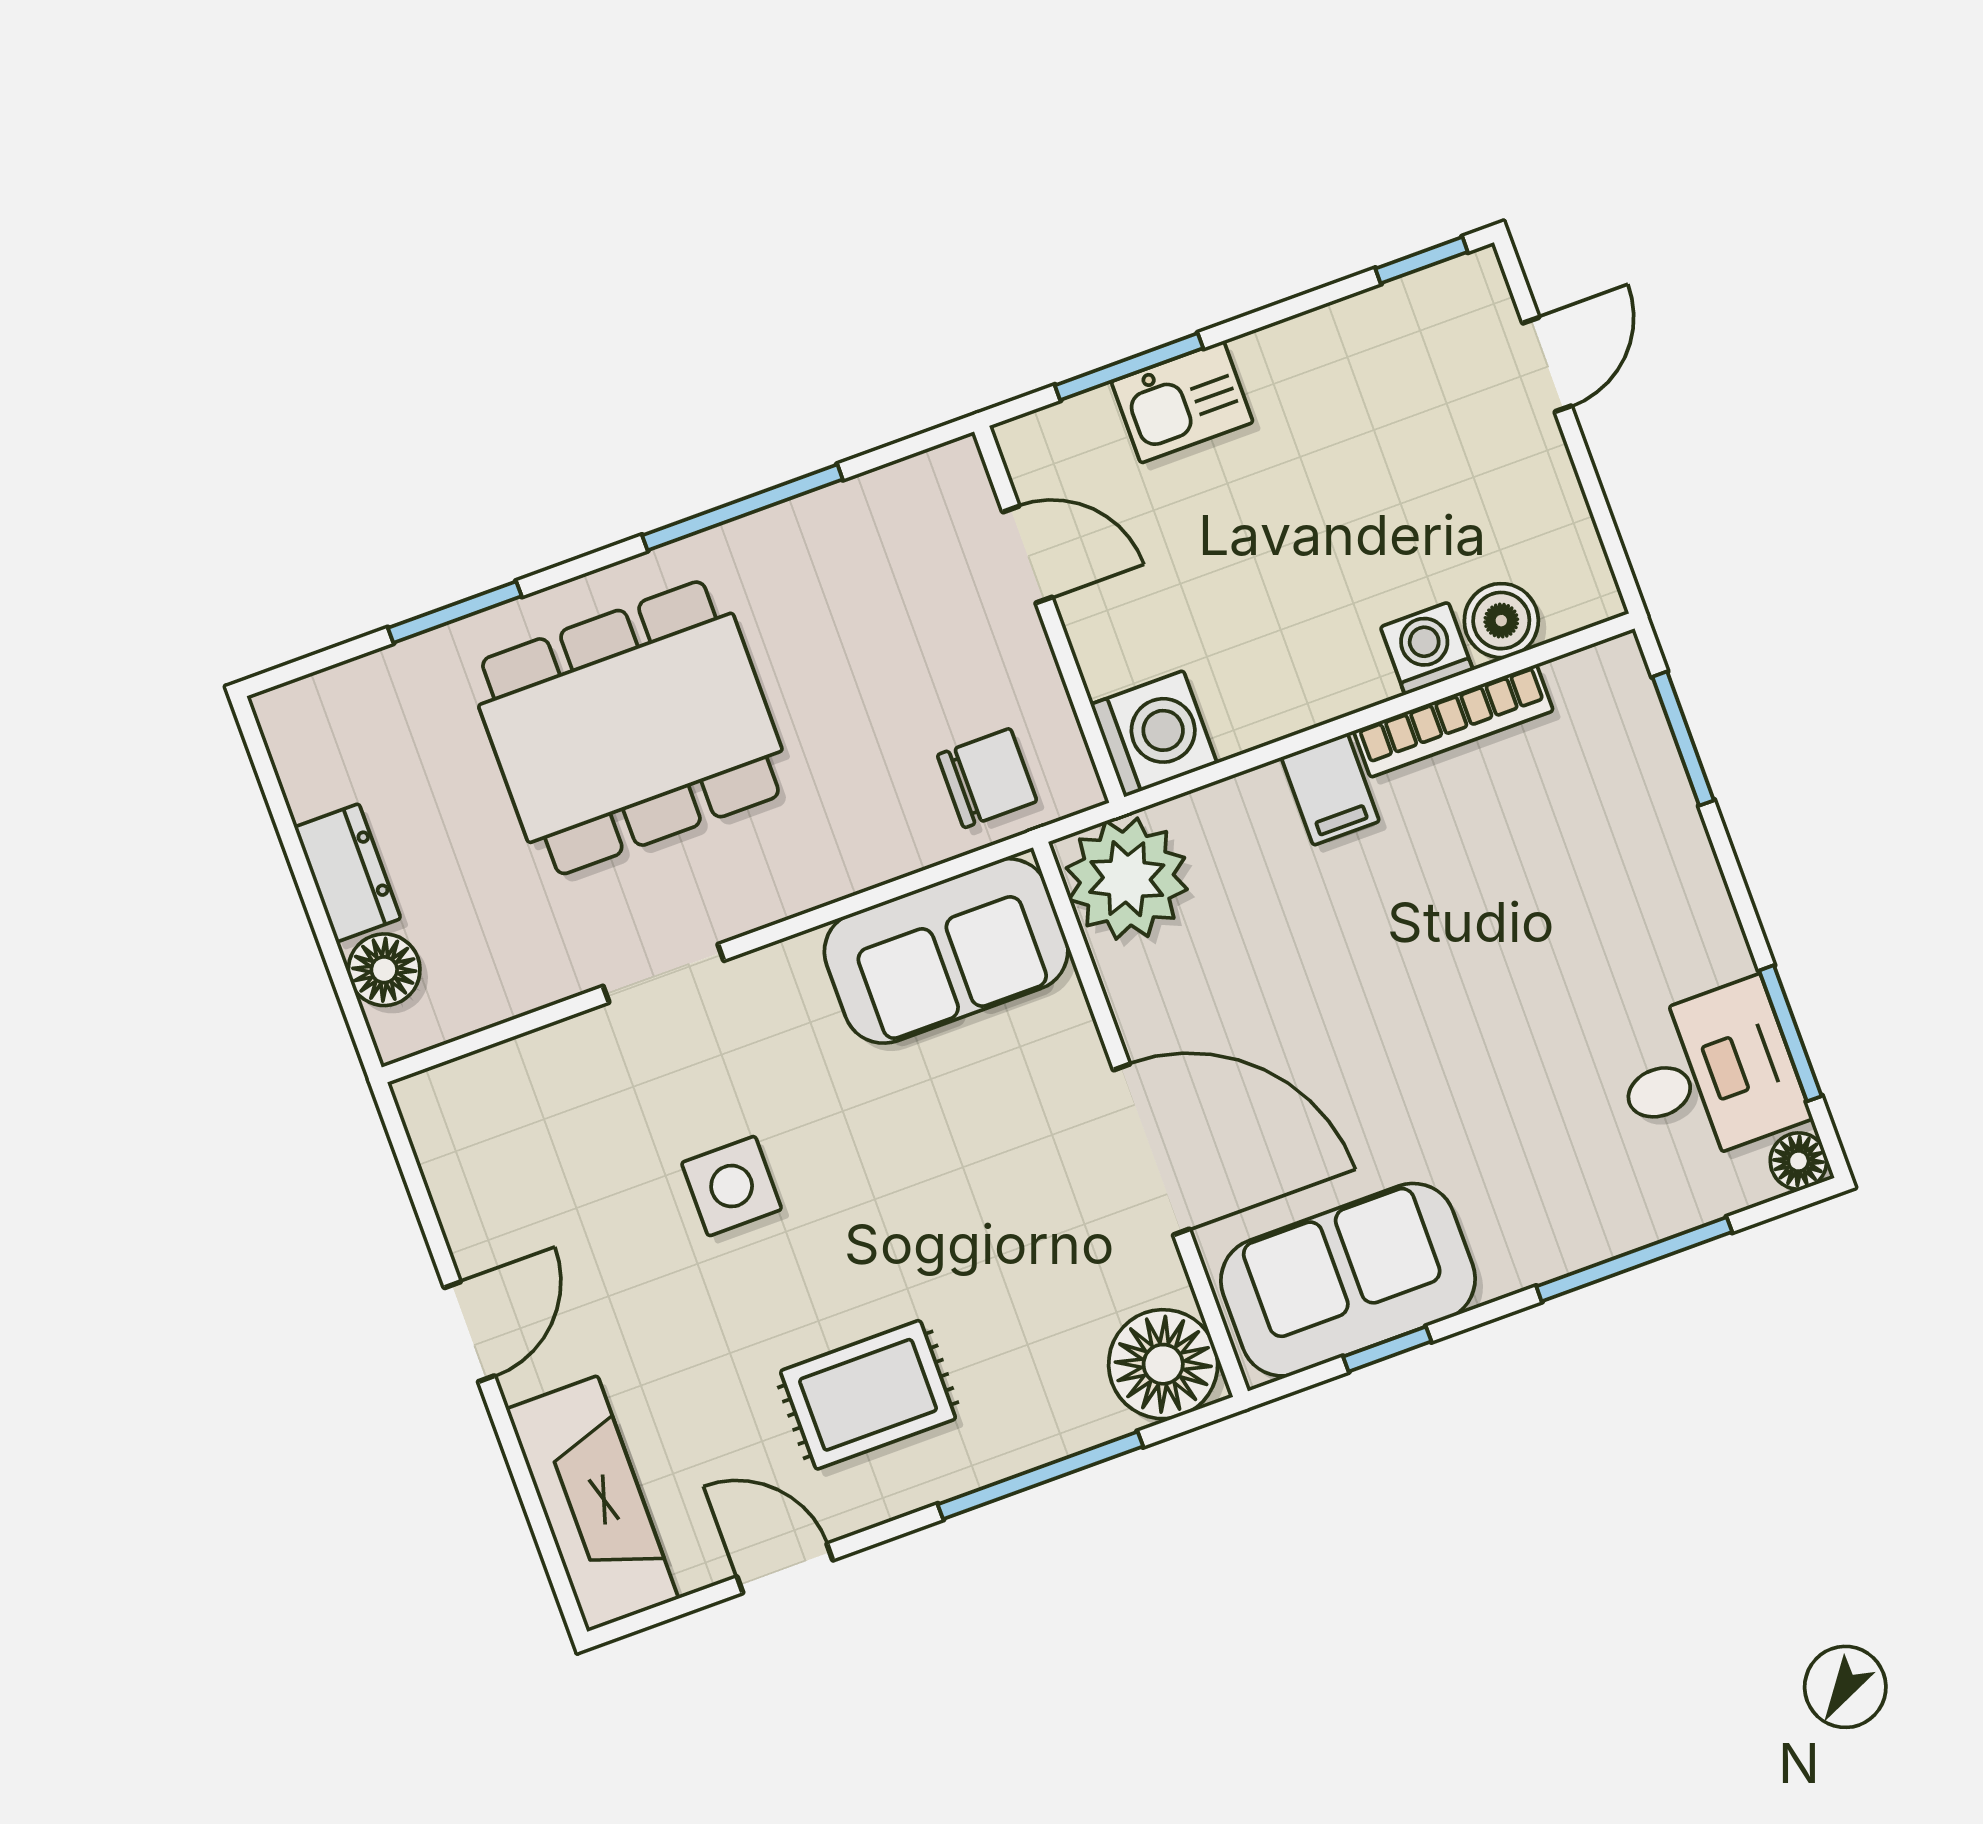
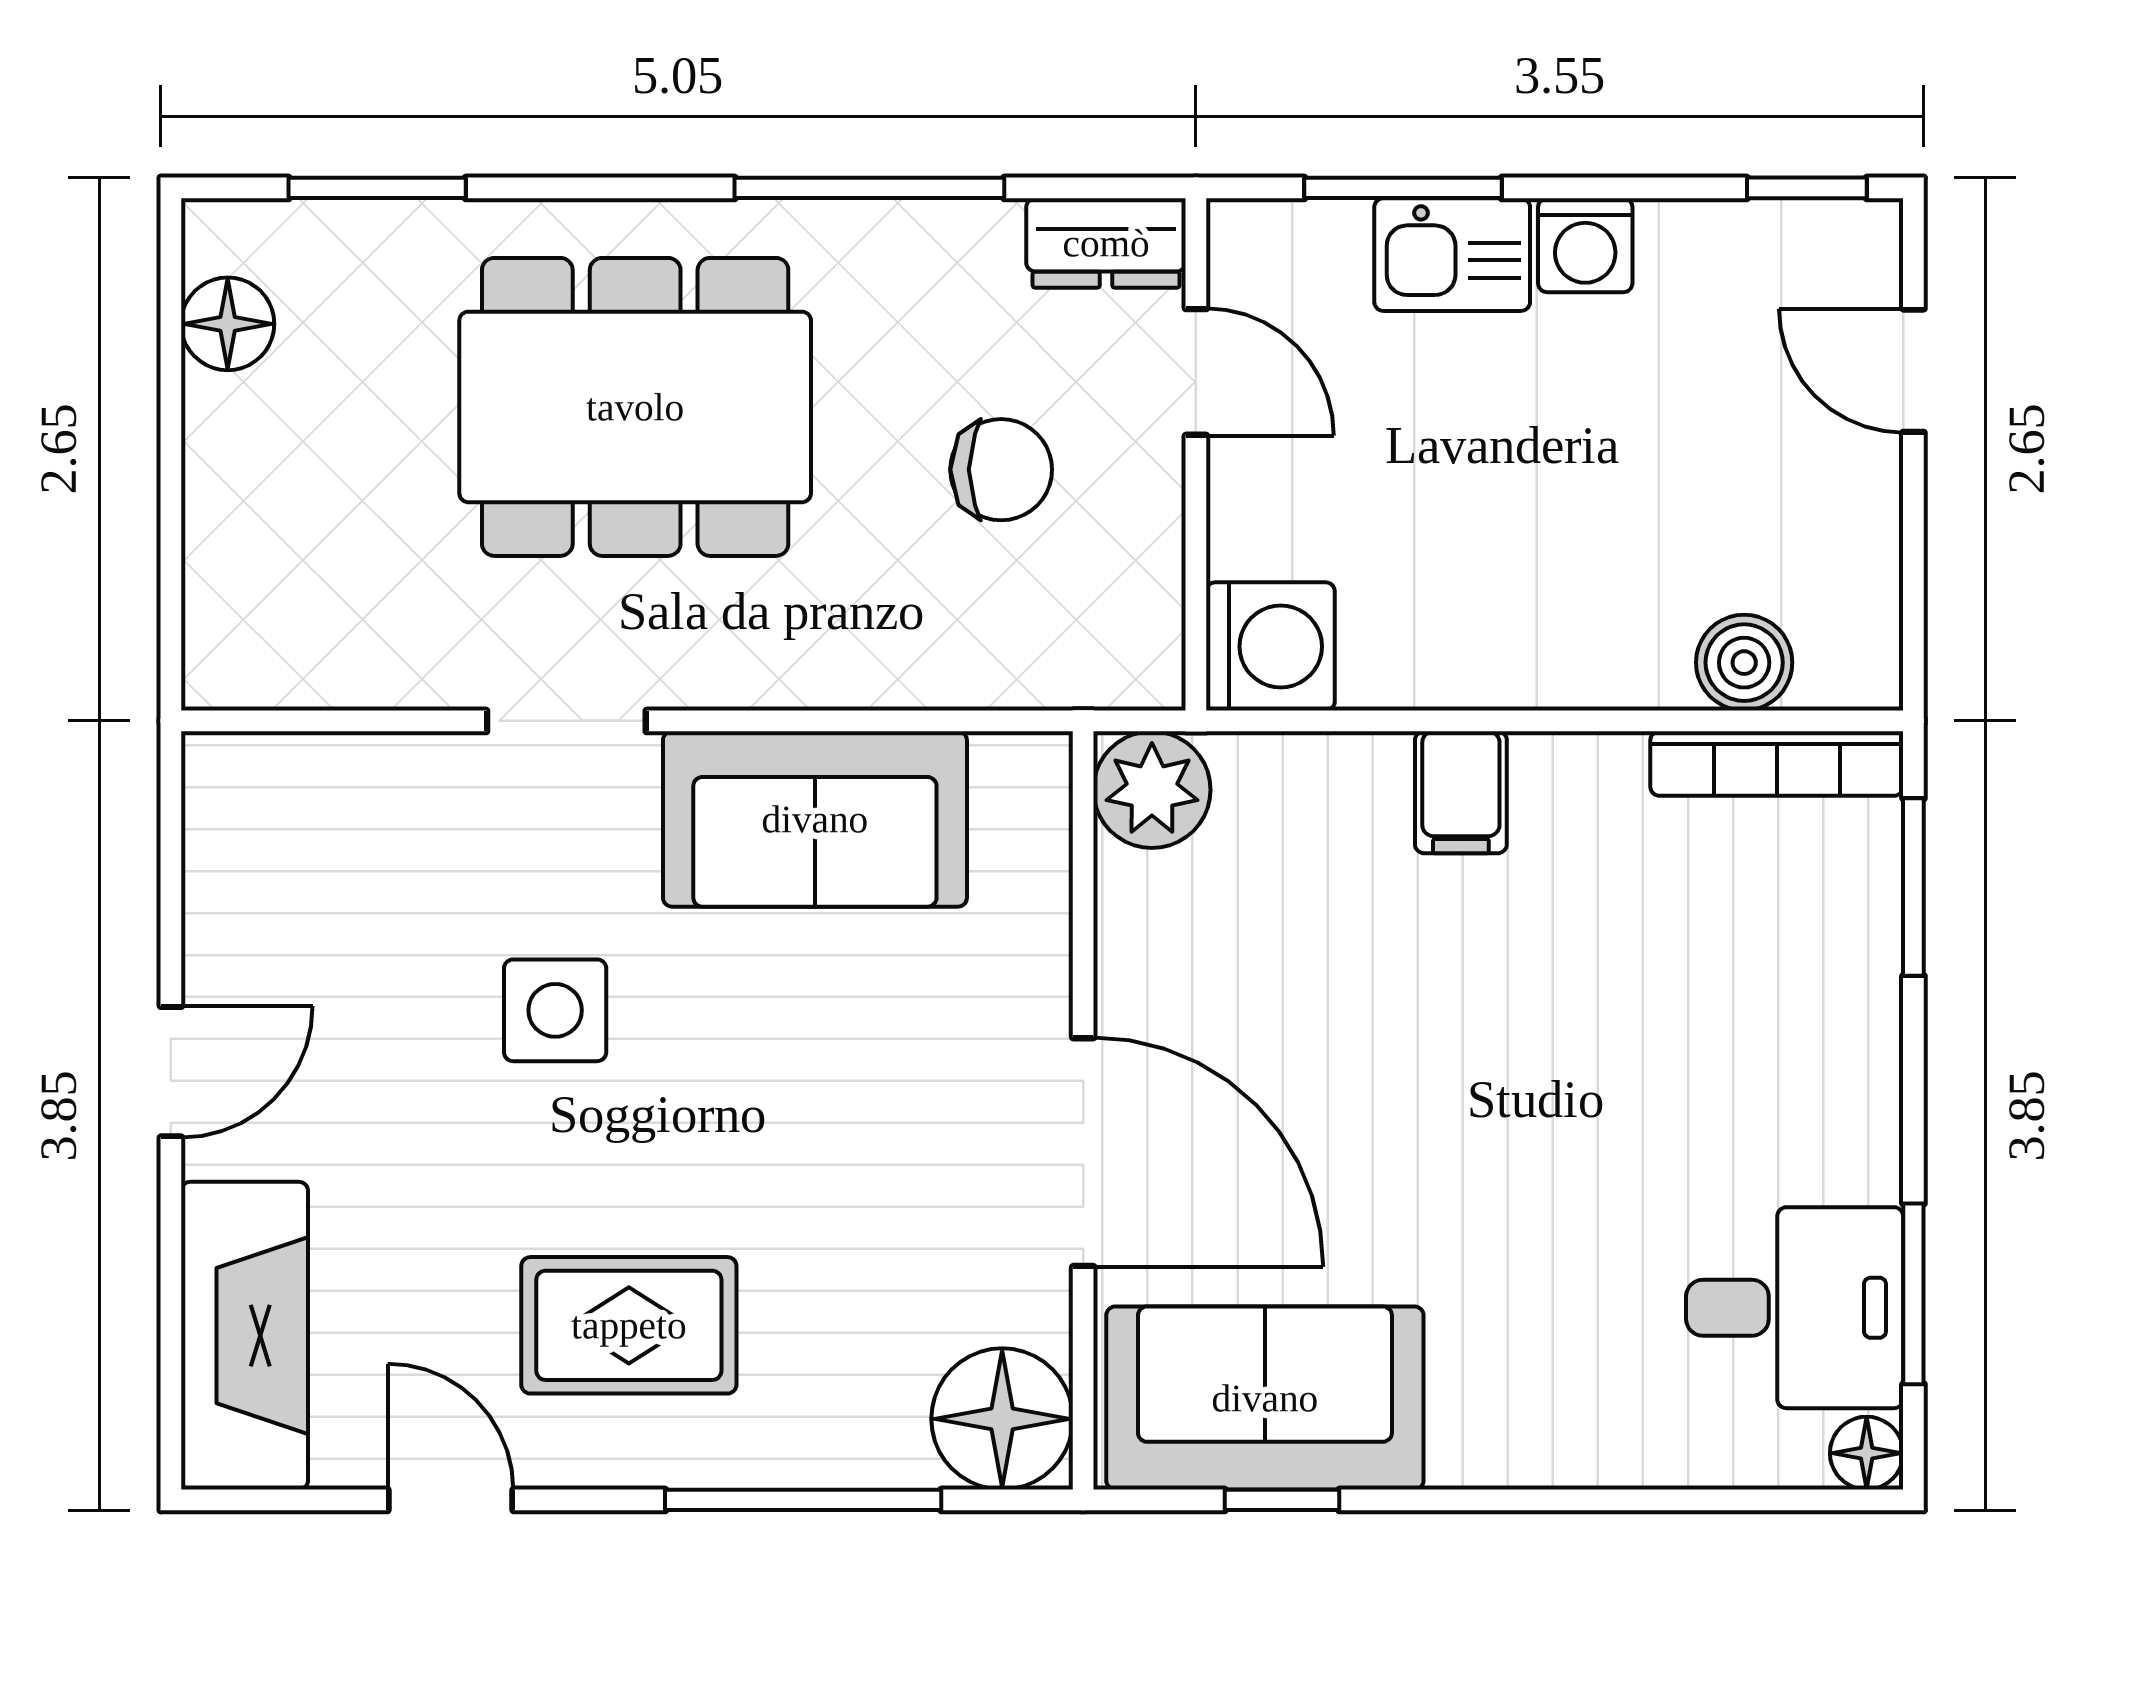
door: (1547, 364) -> (1913, 371), swing flipped
window: (455, 612) -> (377, 188), moved
washing machine: (1427, 649) -> (1585, 245), moved, turned 180
bookcase: (1453, 721) -> (1777, 764), moved
chair: (987, 778) -> (1001, 470), moved
dresser: (348, 873) -> (1106, 243), moved, turned 90
plant: (1127, 879) -> (1152, 790), width x0.73, depth x0.73
sofa: (946, 951) -> (815, 819), moved
floor lamp: (384, 970) -> (228, 324), moved
window: (1634, 1259) -> (1623, 1500), removed

